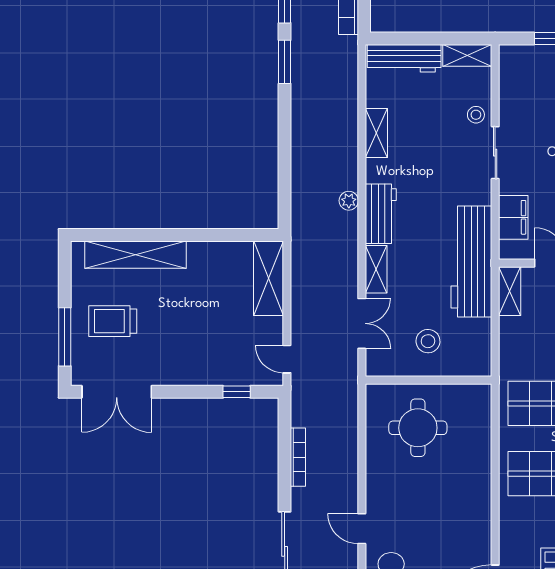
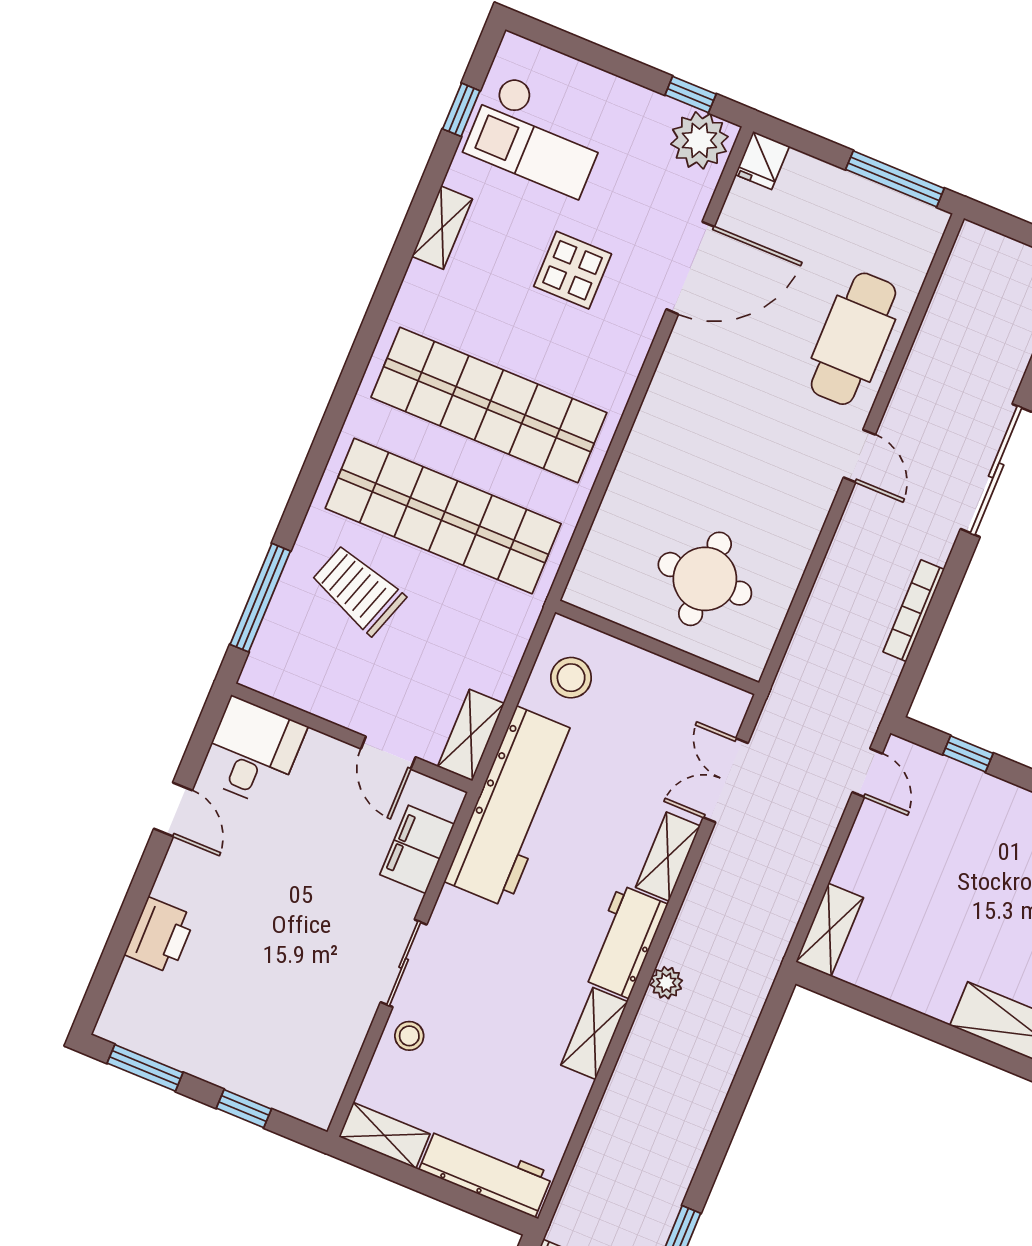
shelving: (376, 133) -> (594, 1033), moved
shelving: (268, 278) -> (830, 930), width x0.67, depth x0.75
stool: (428, 341) -> (571, 678), moved

